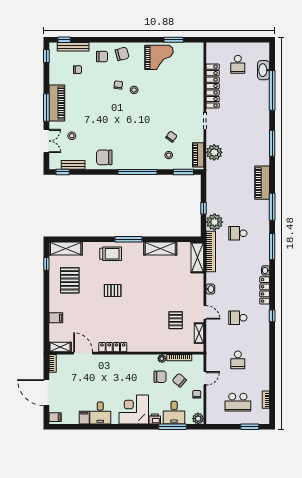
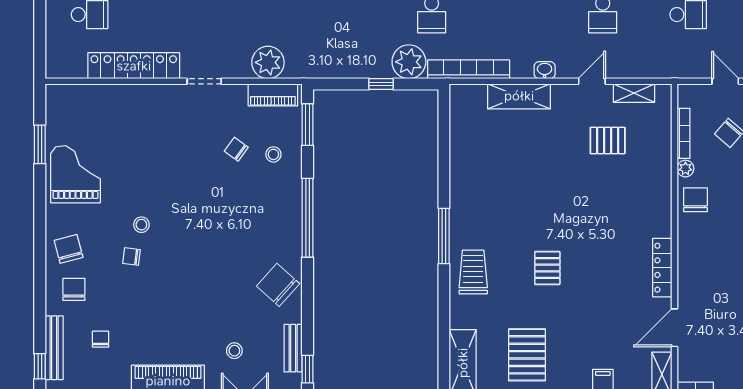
chair: (104, 157) -> (278, 285), turned 132
shelving: (160, 249) -> (463, 172), removed
shelving: (197, 257) -> (519, 96), moved
pallet: (70, 280) -> (527, 355), turned 90
chair: (160, 377) -> (695, 200), moved

